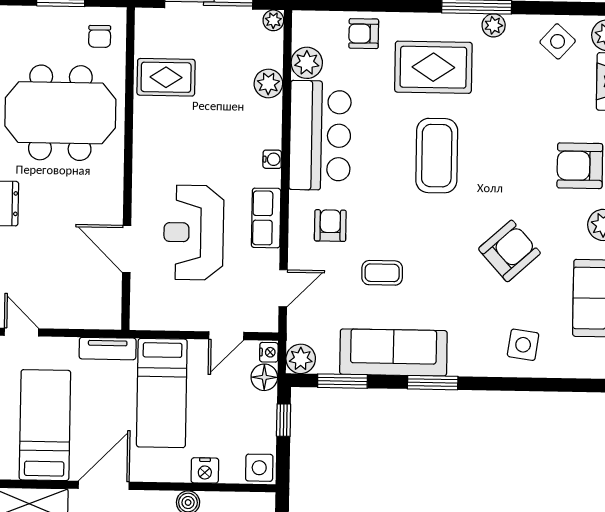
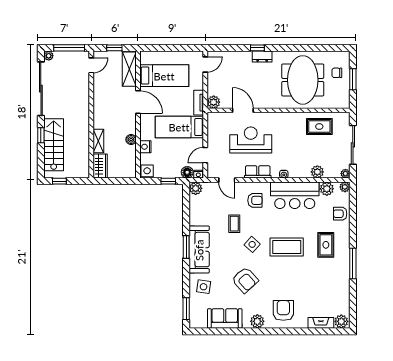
plant: (494, 25) -> (345, 187), moved
armchair: (364, 34) -> (340, 214), turned -90
chair: (100, 36) -> (337, 73), moved
side table: (558, 41) -> (252, 244), moved
rug: (433, 67) -> (326, 245), width x0.73, depth x0.70
rug: (166, 77) -> (319, 126), turned 90
door: (127, 249) -> (243, 110), hinge flipped
plant: (107, 315) -> (214, 102), added
door: (226, 336) -> (205, 155), hinge flipped
sofa: (393, 352) -> (199, 250), moved
window: (342, 381) -> (186, 309), moved

